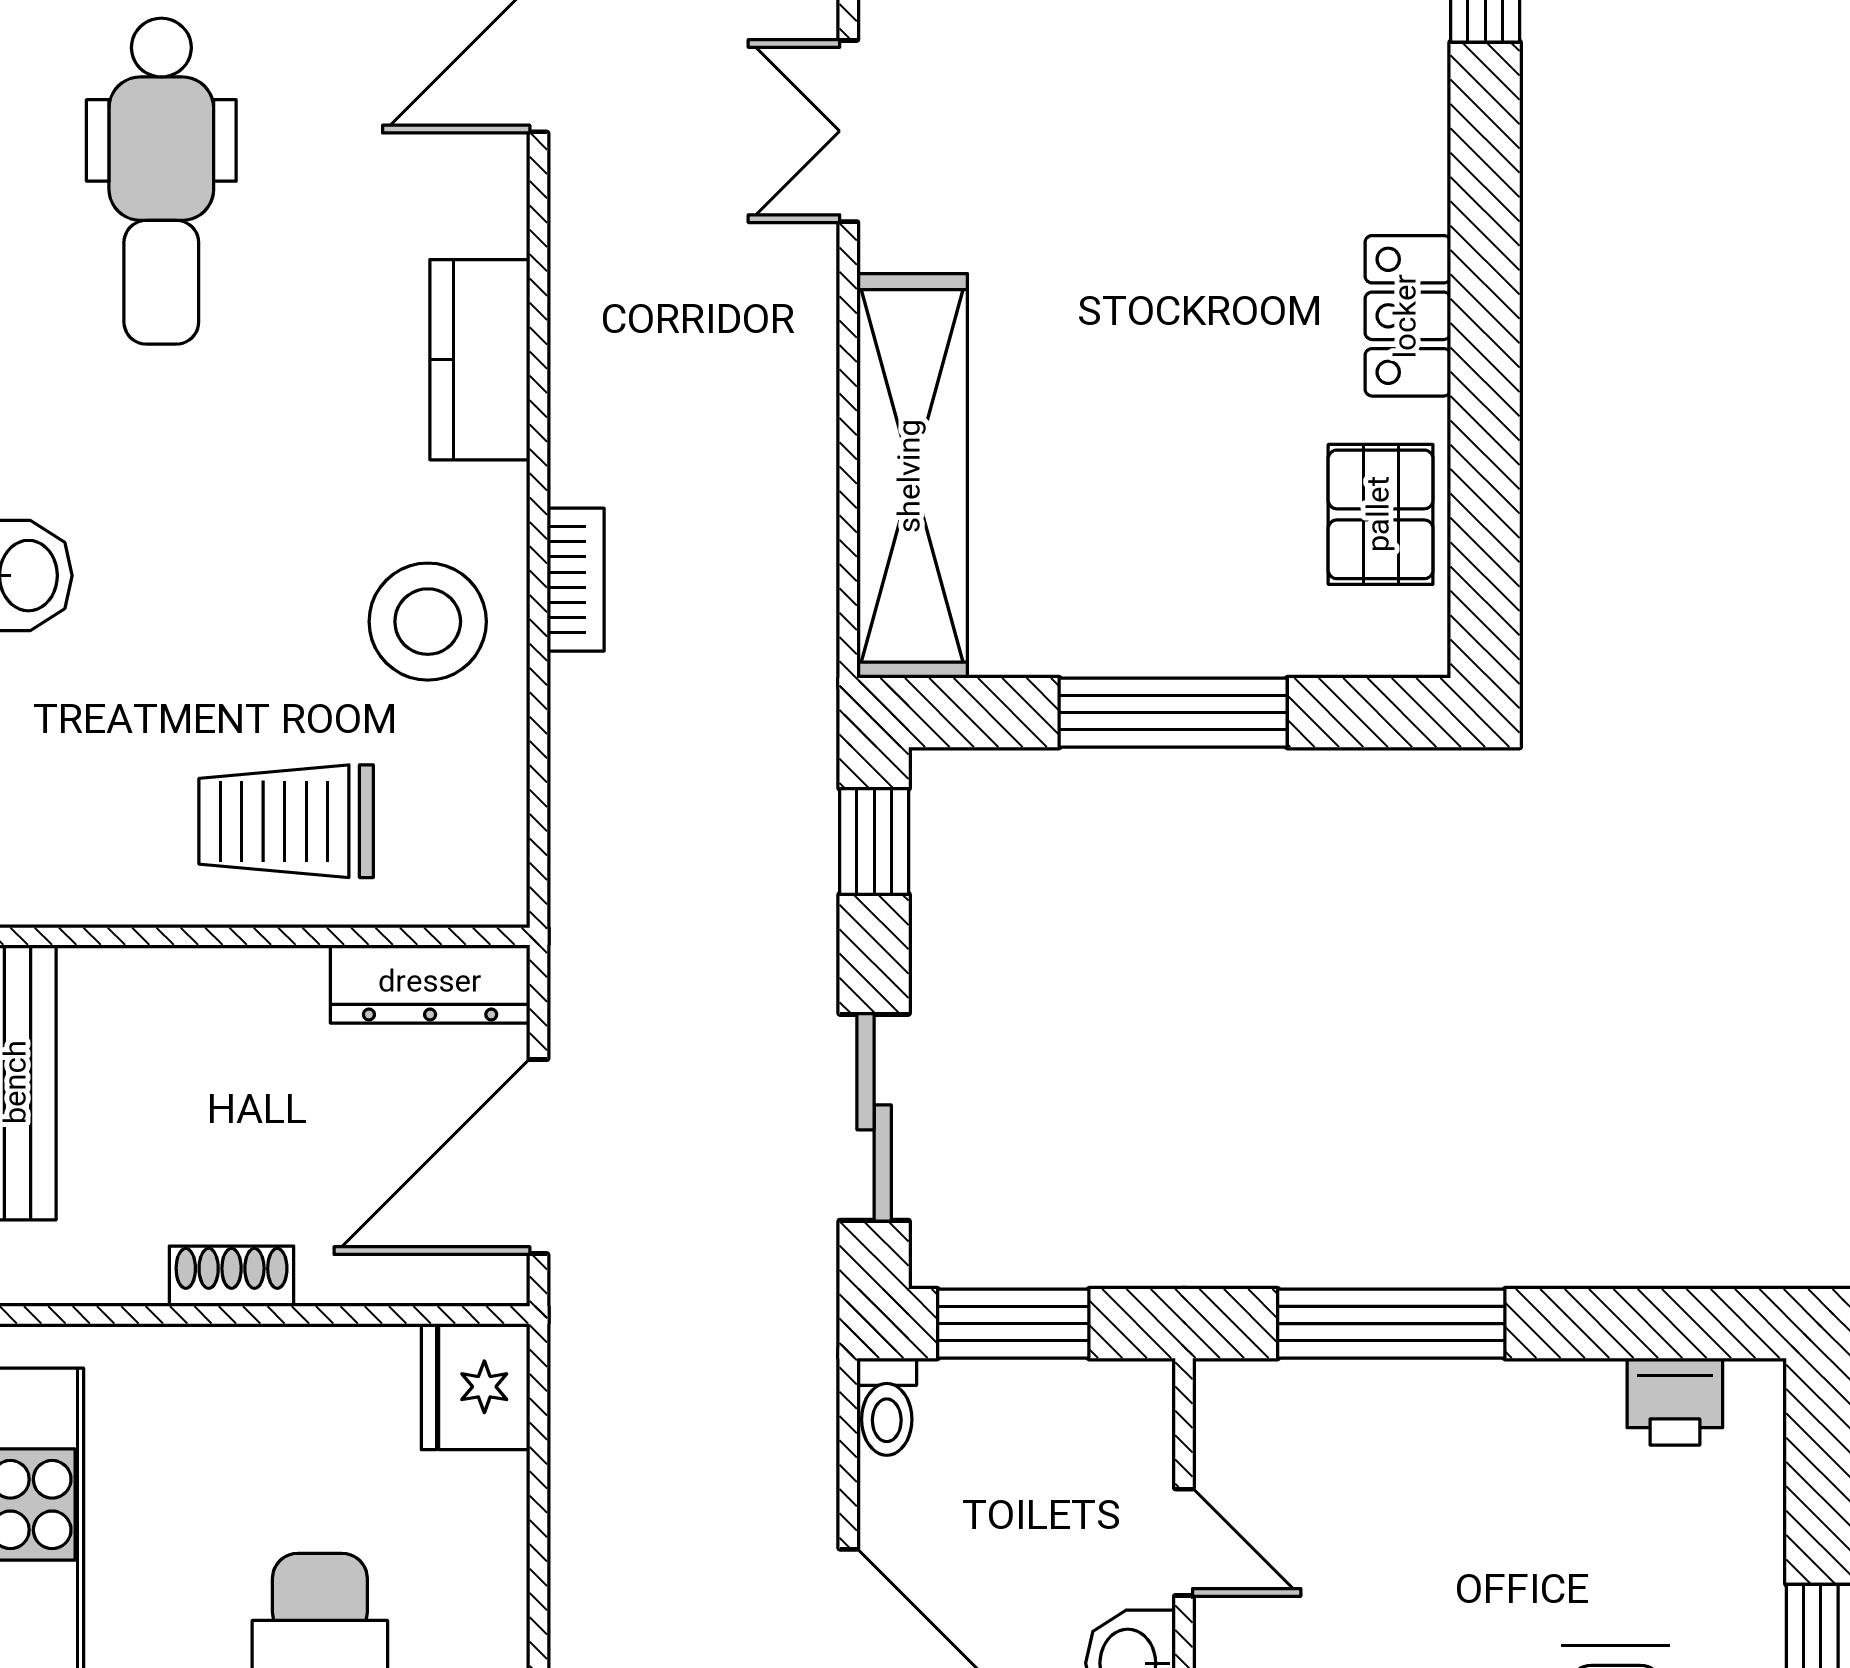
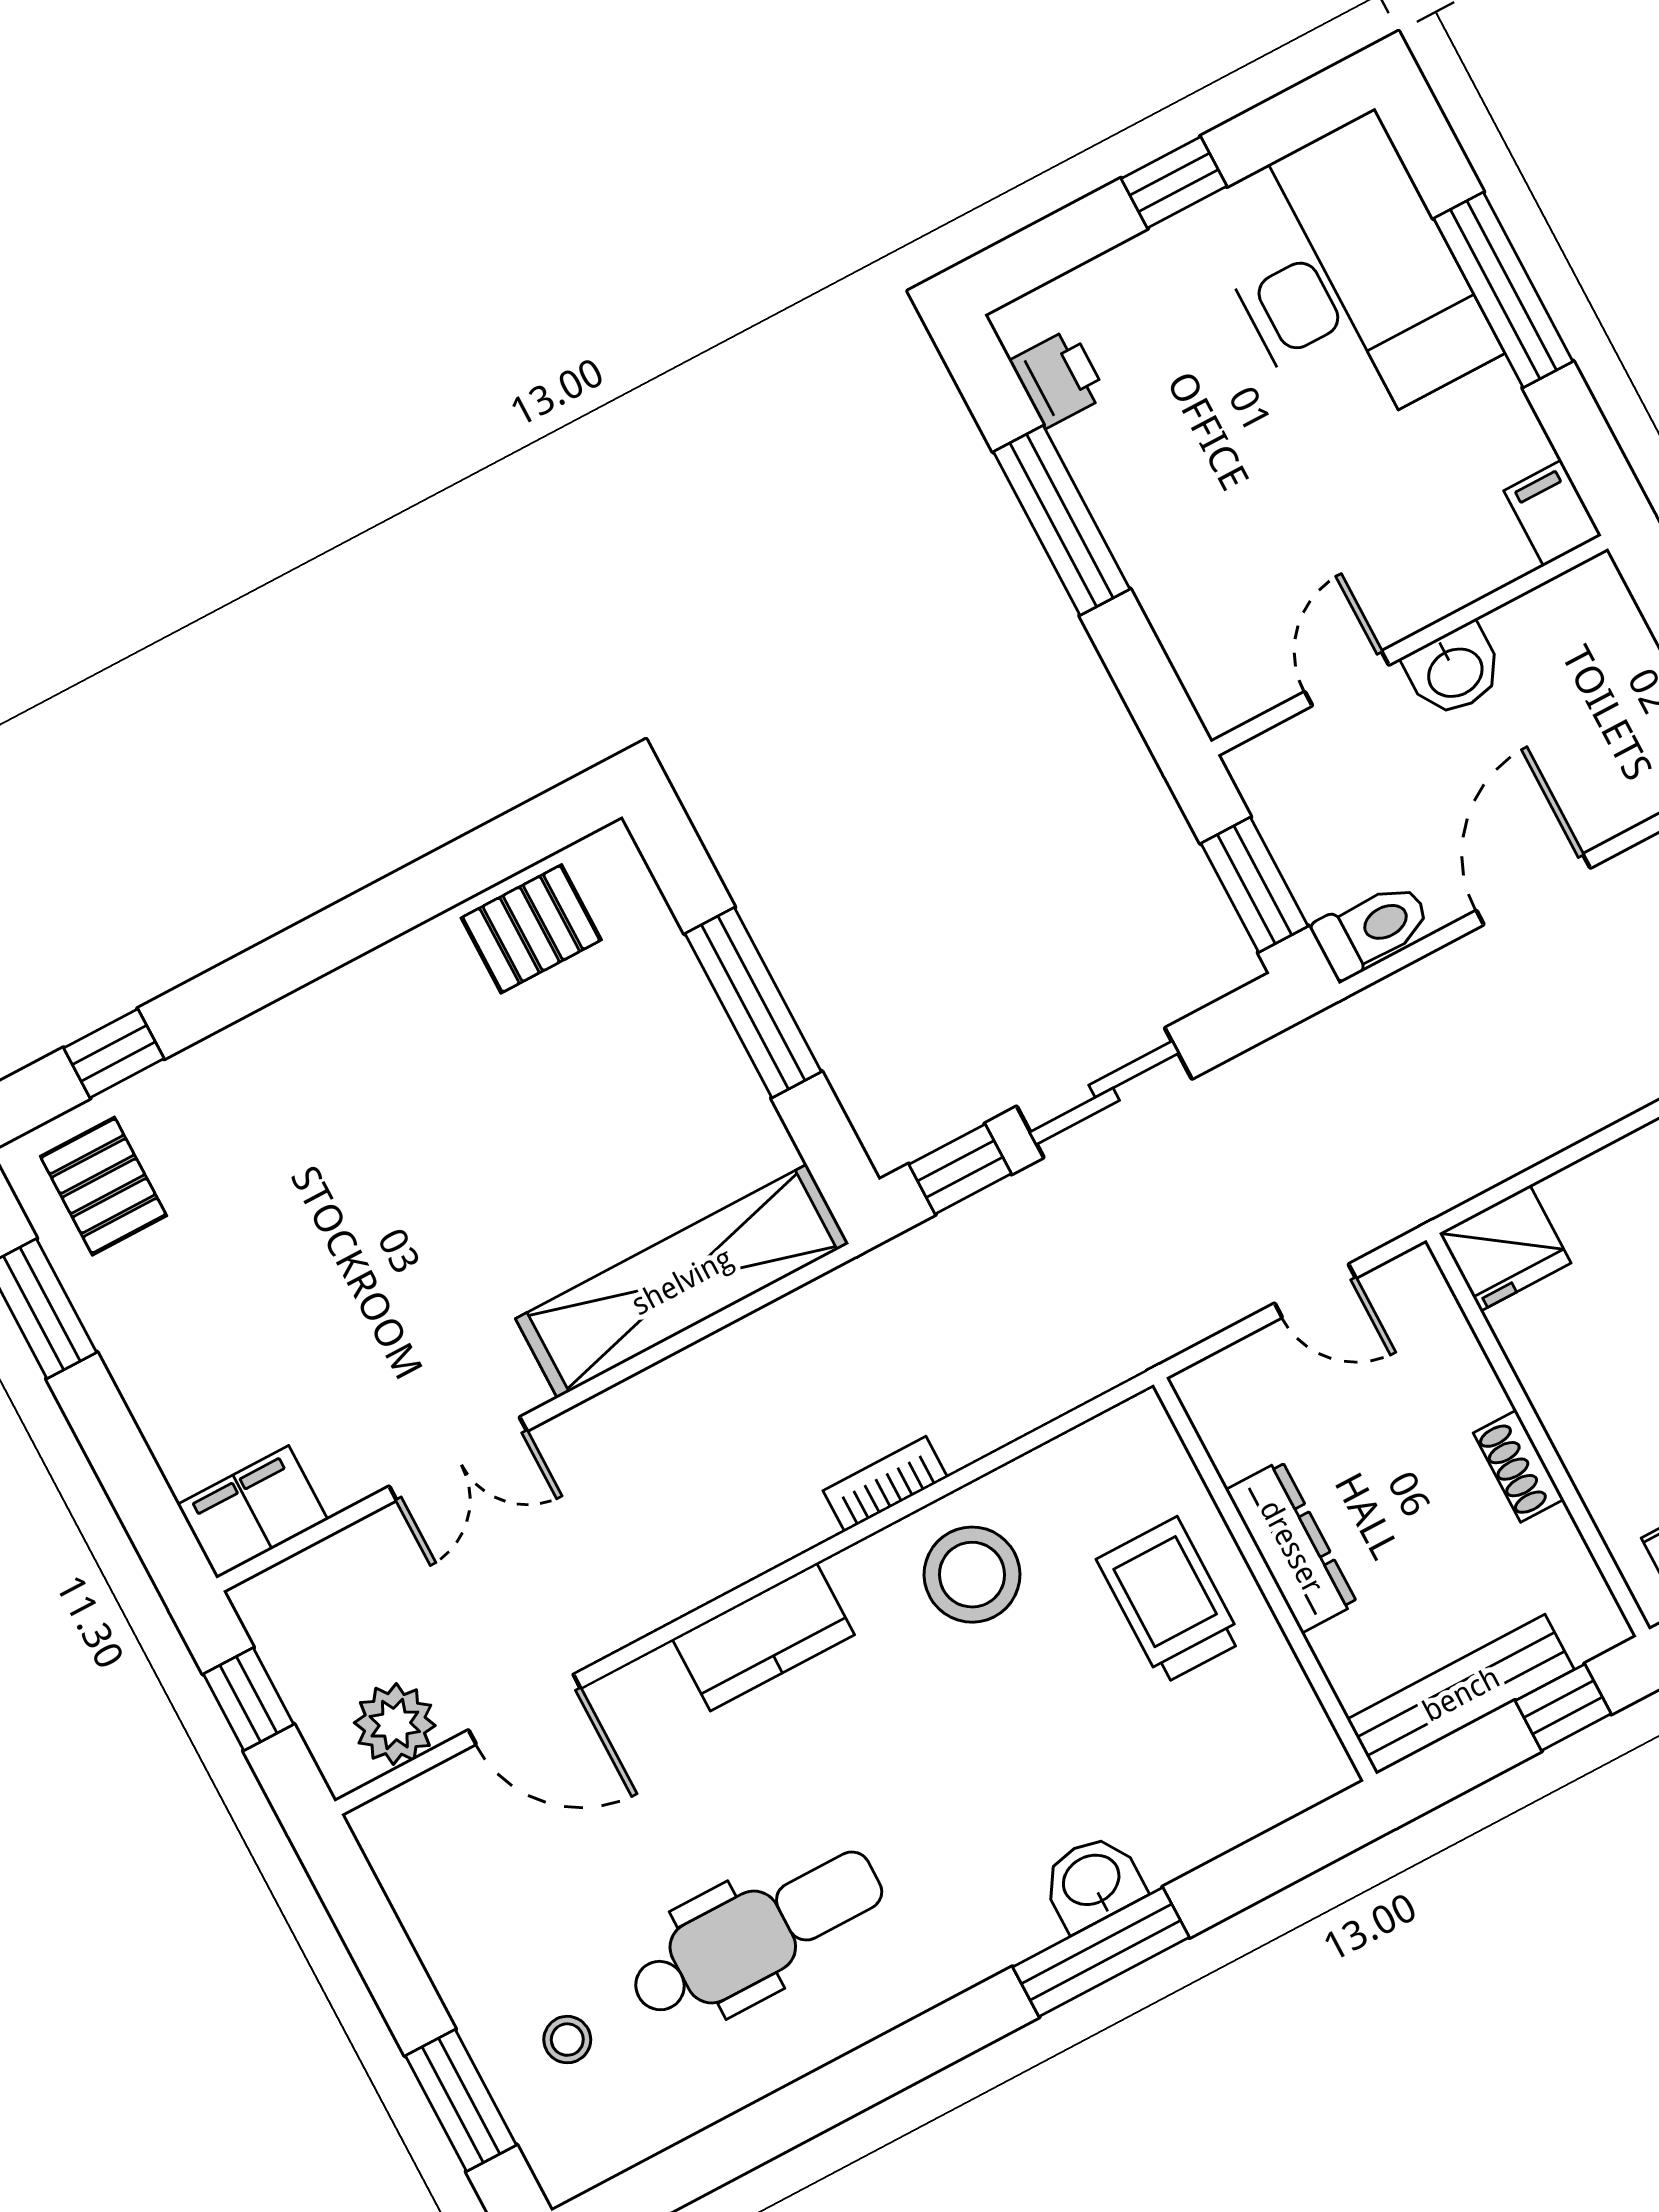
locker: (1408, 316) -> (378, 985), removed
trolley: (286, 821) -> (1170, 1600), turned 180
dresser: (430, 984) -> (1292, 1547), moved
sliding door: (874, 1117) -> (1104, 1093), moved
door: (538, 1157) -> (1315, 1291), width x0.53
window: (1391, 1324) -> (1062, 520), moved
toilet: (887, 1407) -> (1372, 929), width x1.37, depth x1.39

